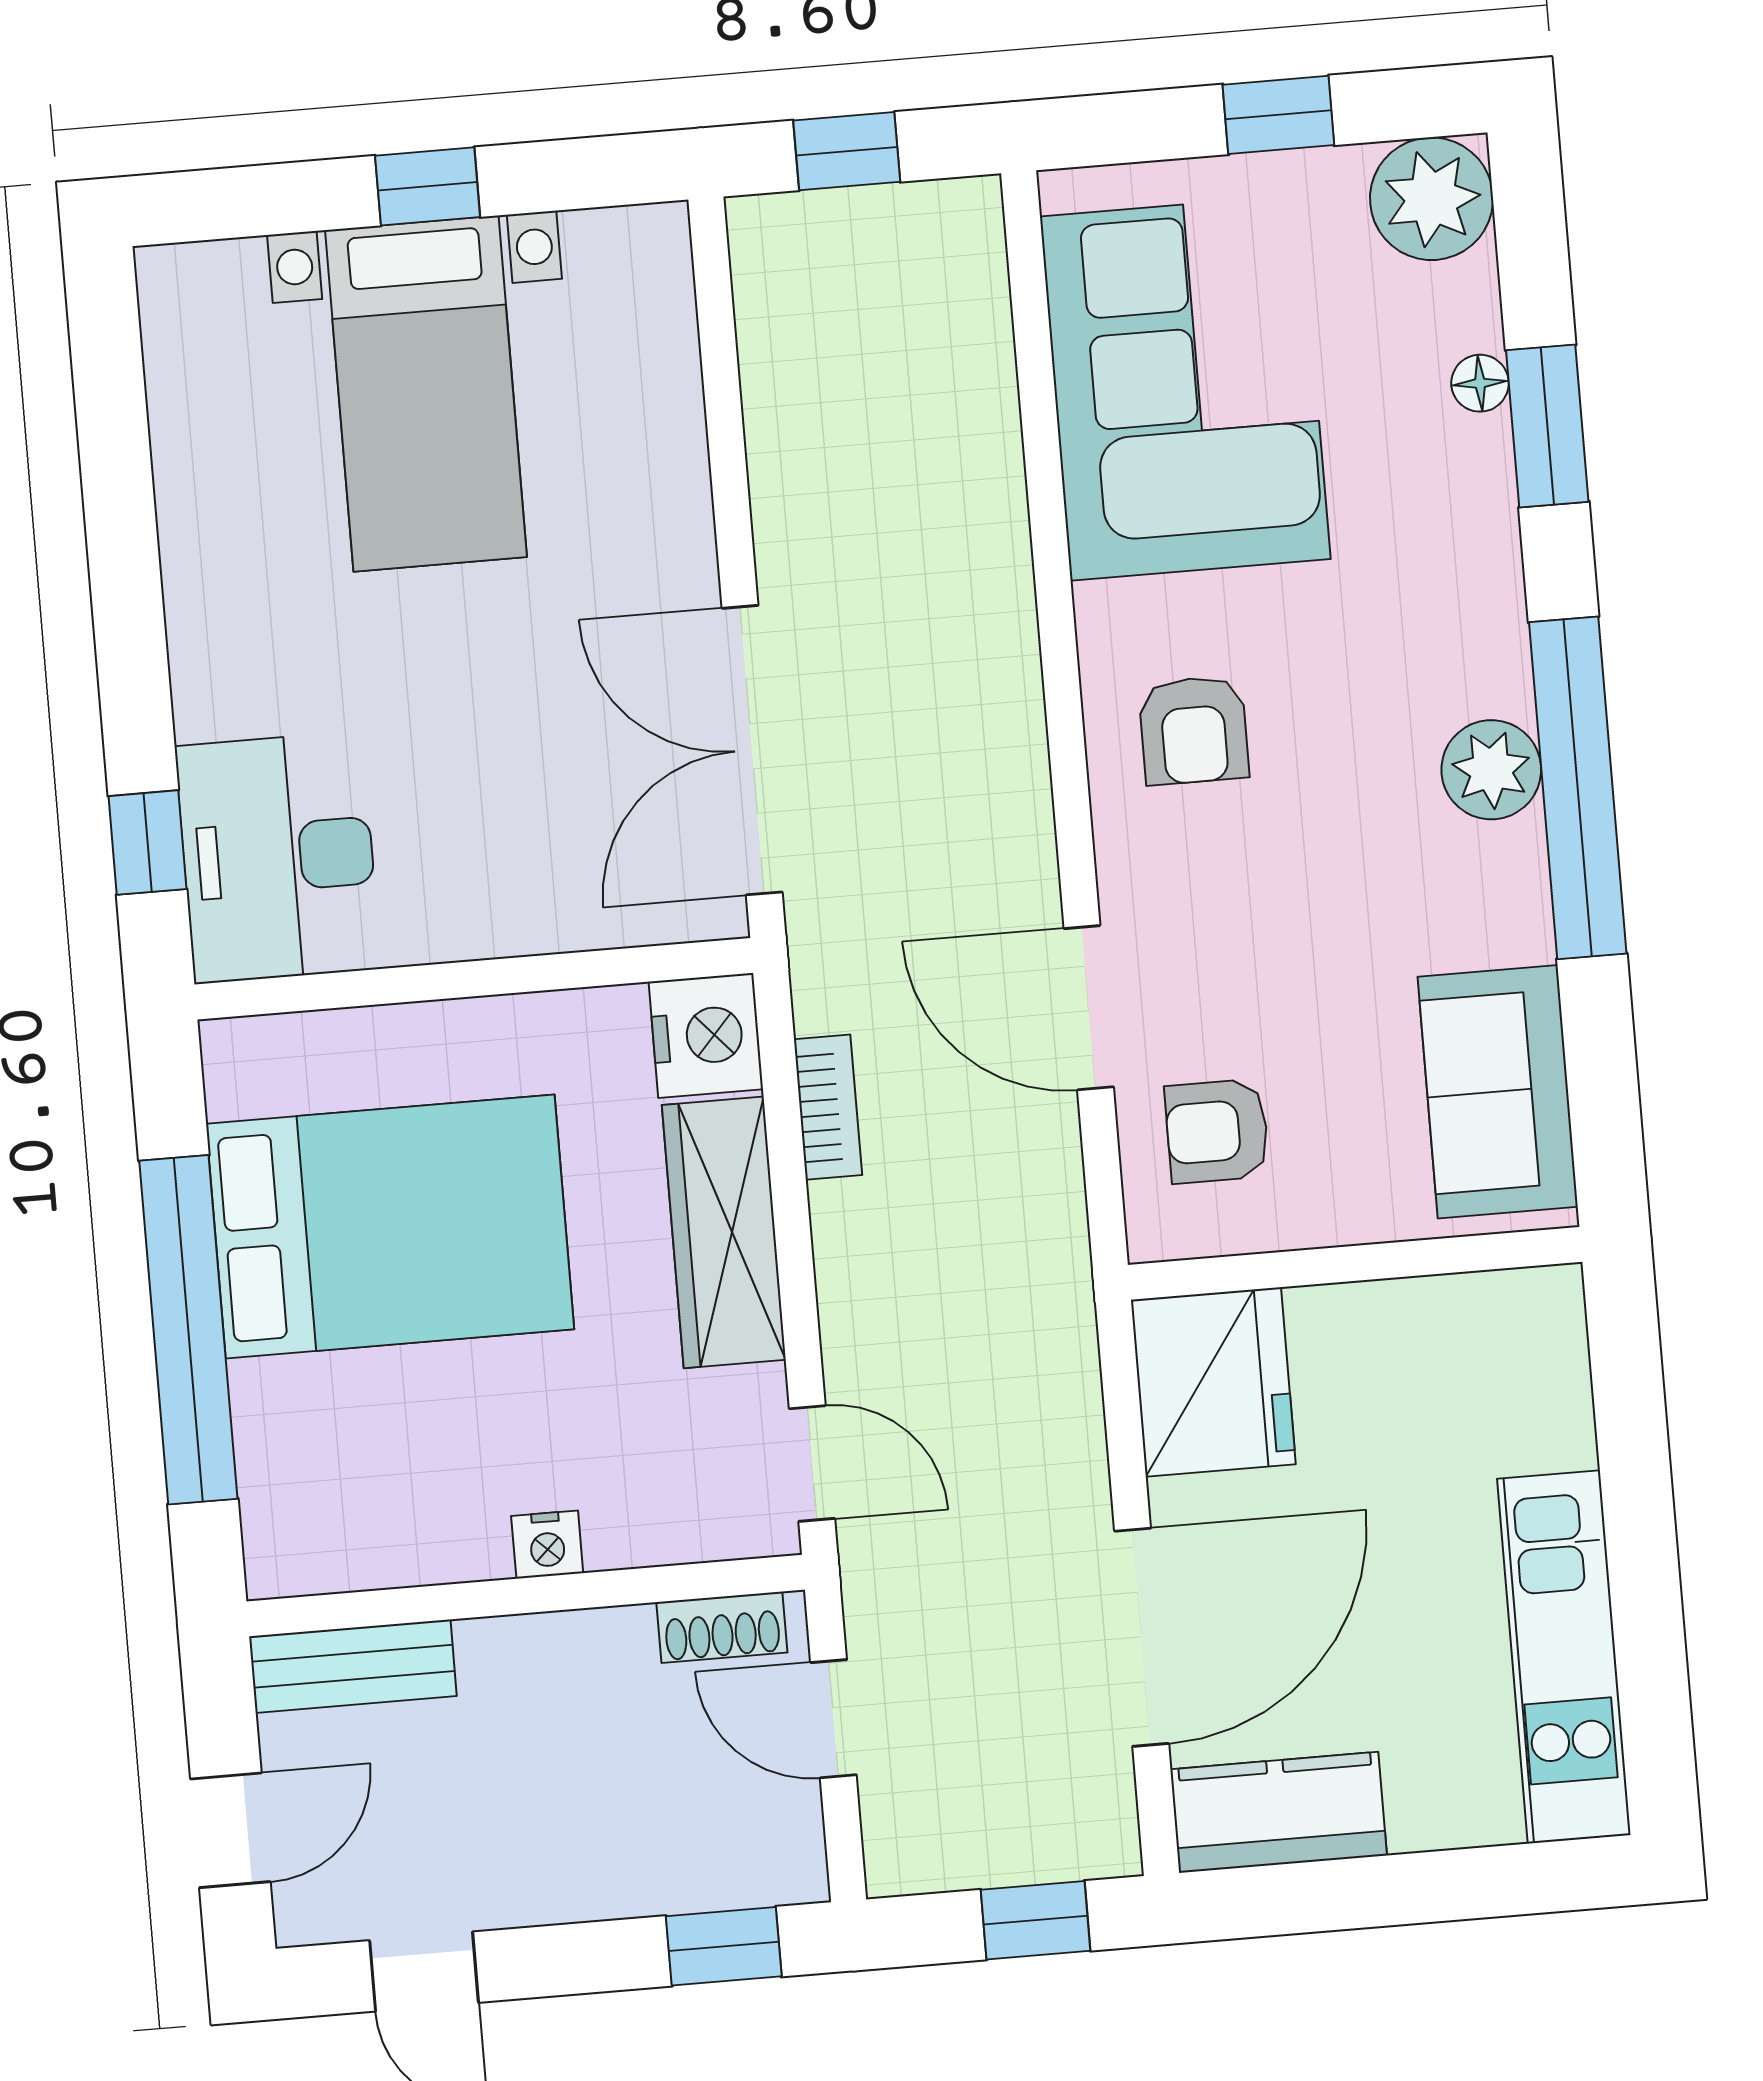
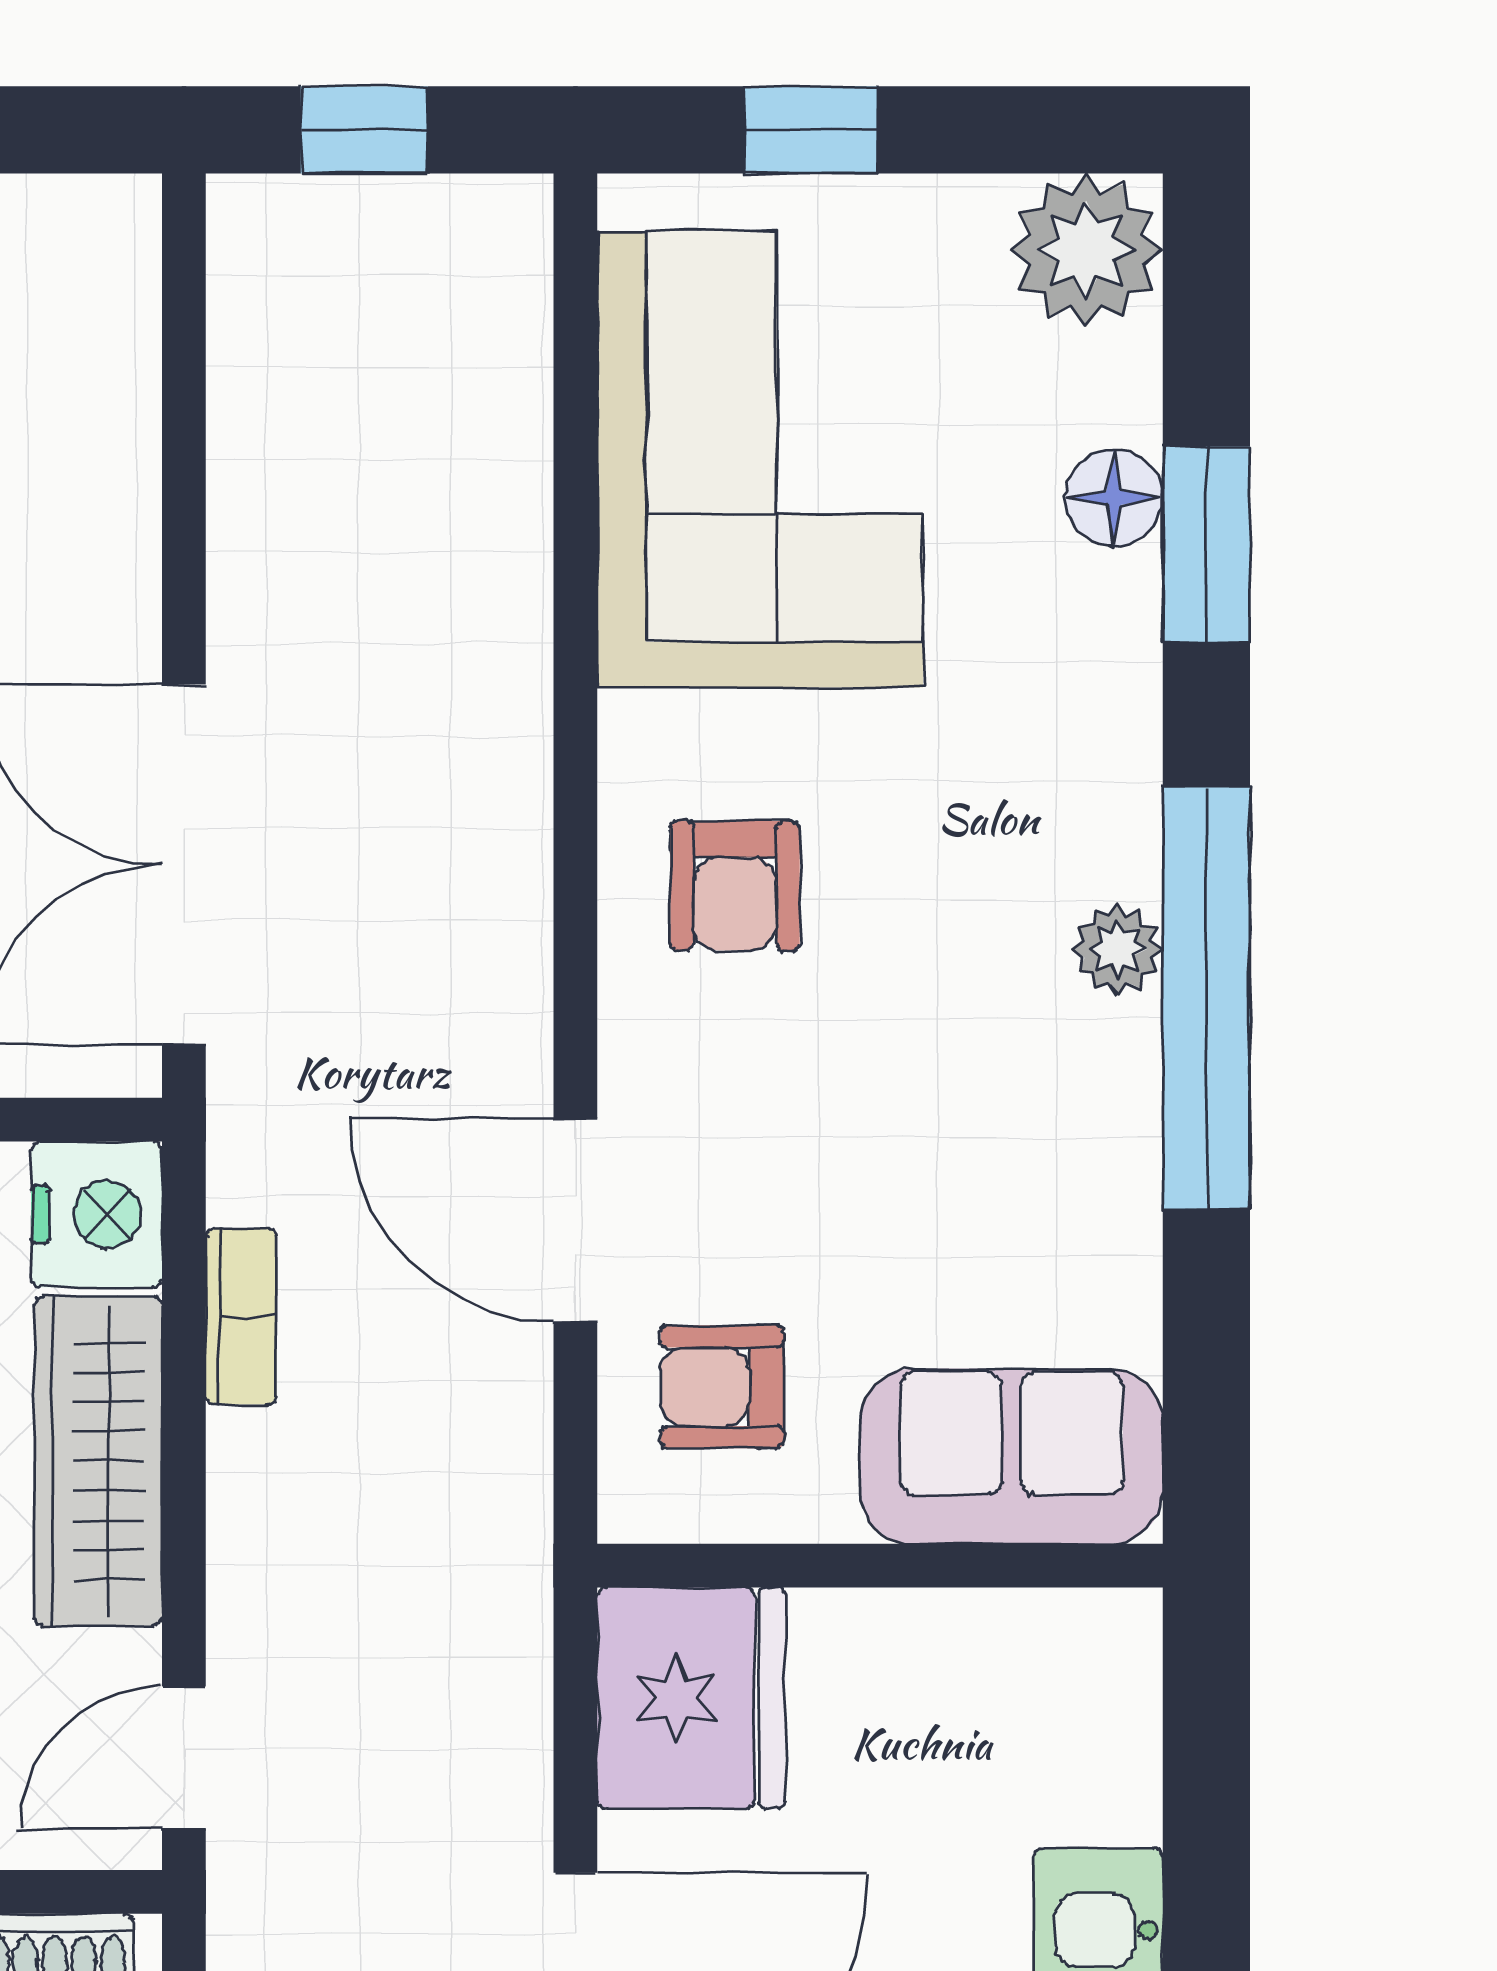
window: (1278, 115) -> (810, 130), moved
floor lamp: (1480, 383) -> (1114, 498), width x1.37, depth x1.37
plant: (1491, 770) -> (1118, 949), width x0.73, depth x0.73
sofa: (1498, 1092) -> (1011, 1456), moved, turned 90
door: (812, 1463) -> (184, 1758), swing flipped

